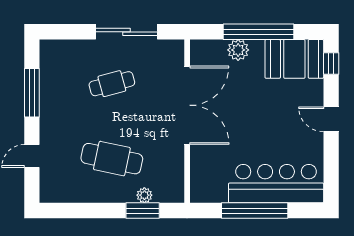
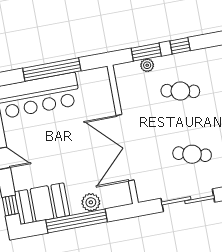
cafe table: (112, 84) -> (192, 154), turned 30
cafe table: (112, 159) -> (180, 91), width x0.73, depth x0.74
window: (103, 211) -> (180, 46), added

